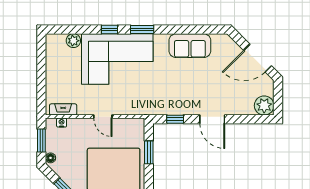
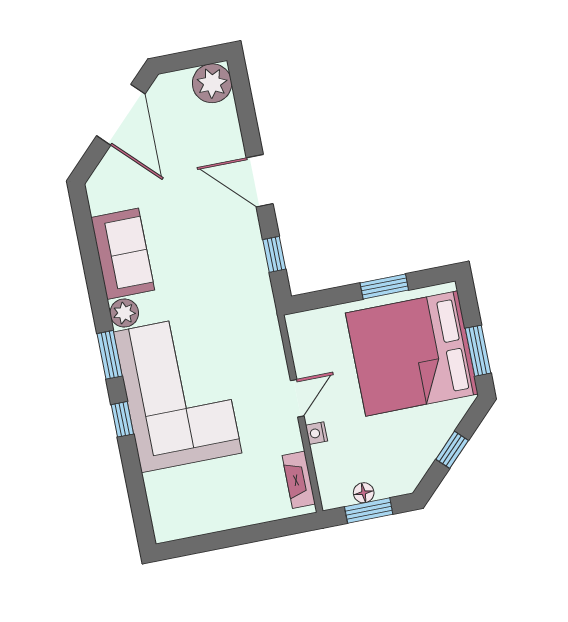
plant: (73, 41) -> (124, 313), moved
door: (212, 119) -> (260, 181), swing flipped
nightstand: (62, 123) -> (316, 433), moved
window: (149, 152) -> (384, 287), moved
floor lamp: (51, 158) -> (364, 493), moved

